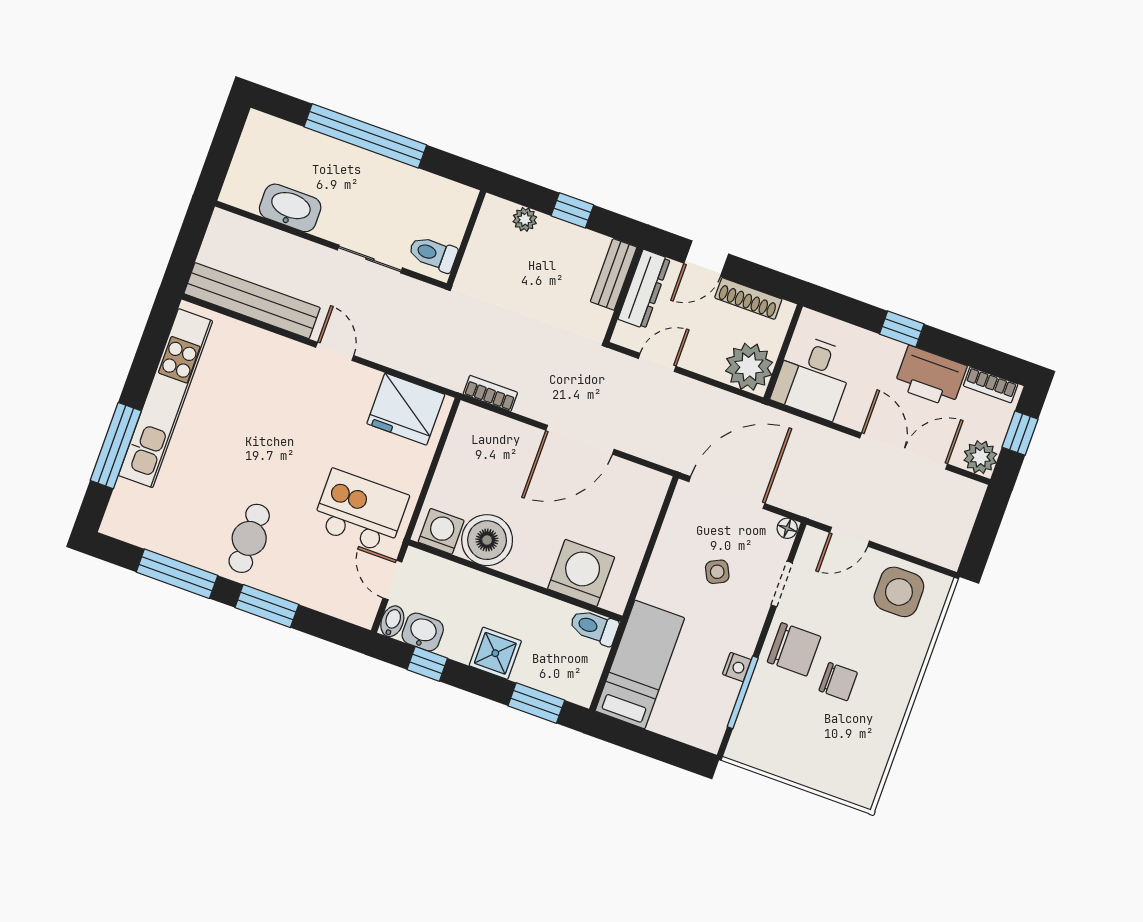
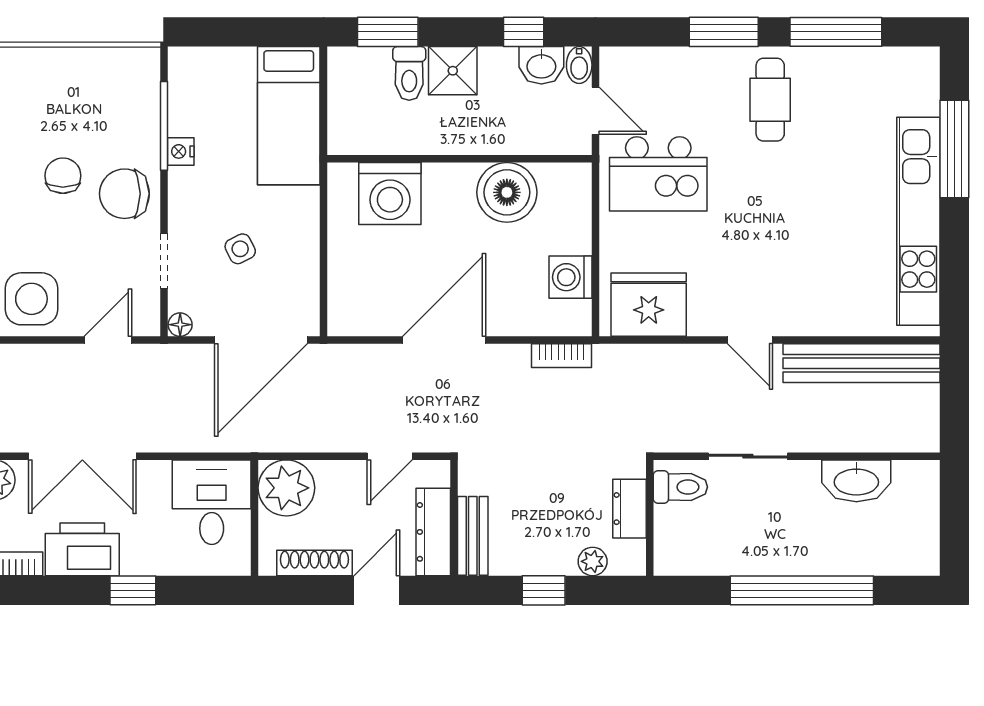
dresser: (480, 251) -> (630, 509), added
washing machine: (441, 531) -> (571, 277), moved, turned 90
toilet: (594, 627) -> (409, 73), moved, turned 90
chair: (838, 682) -> (63, 176), turned 90

